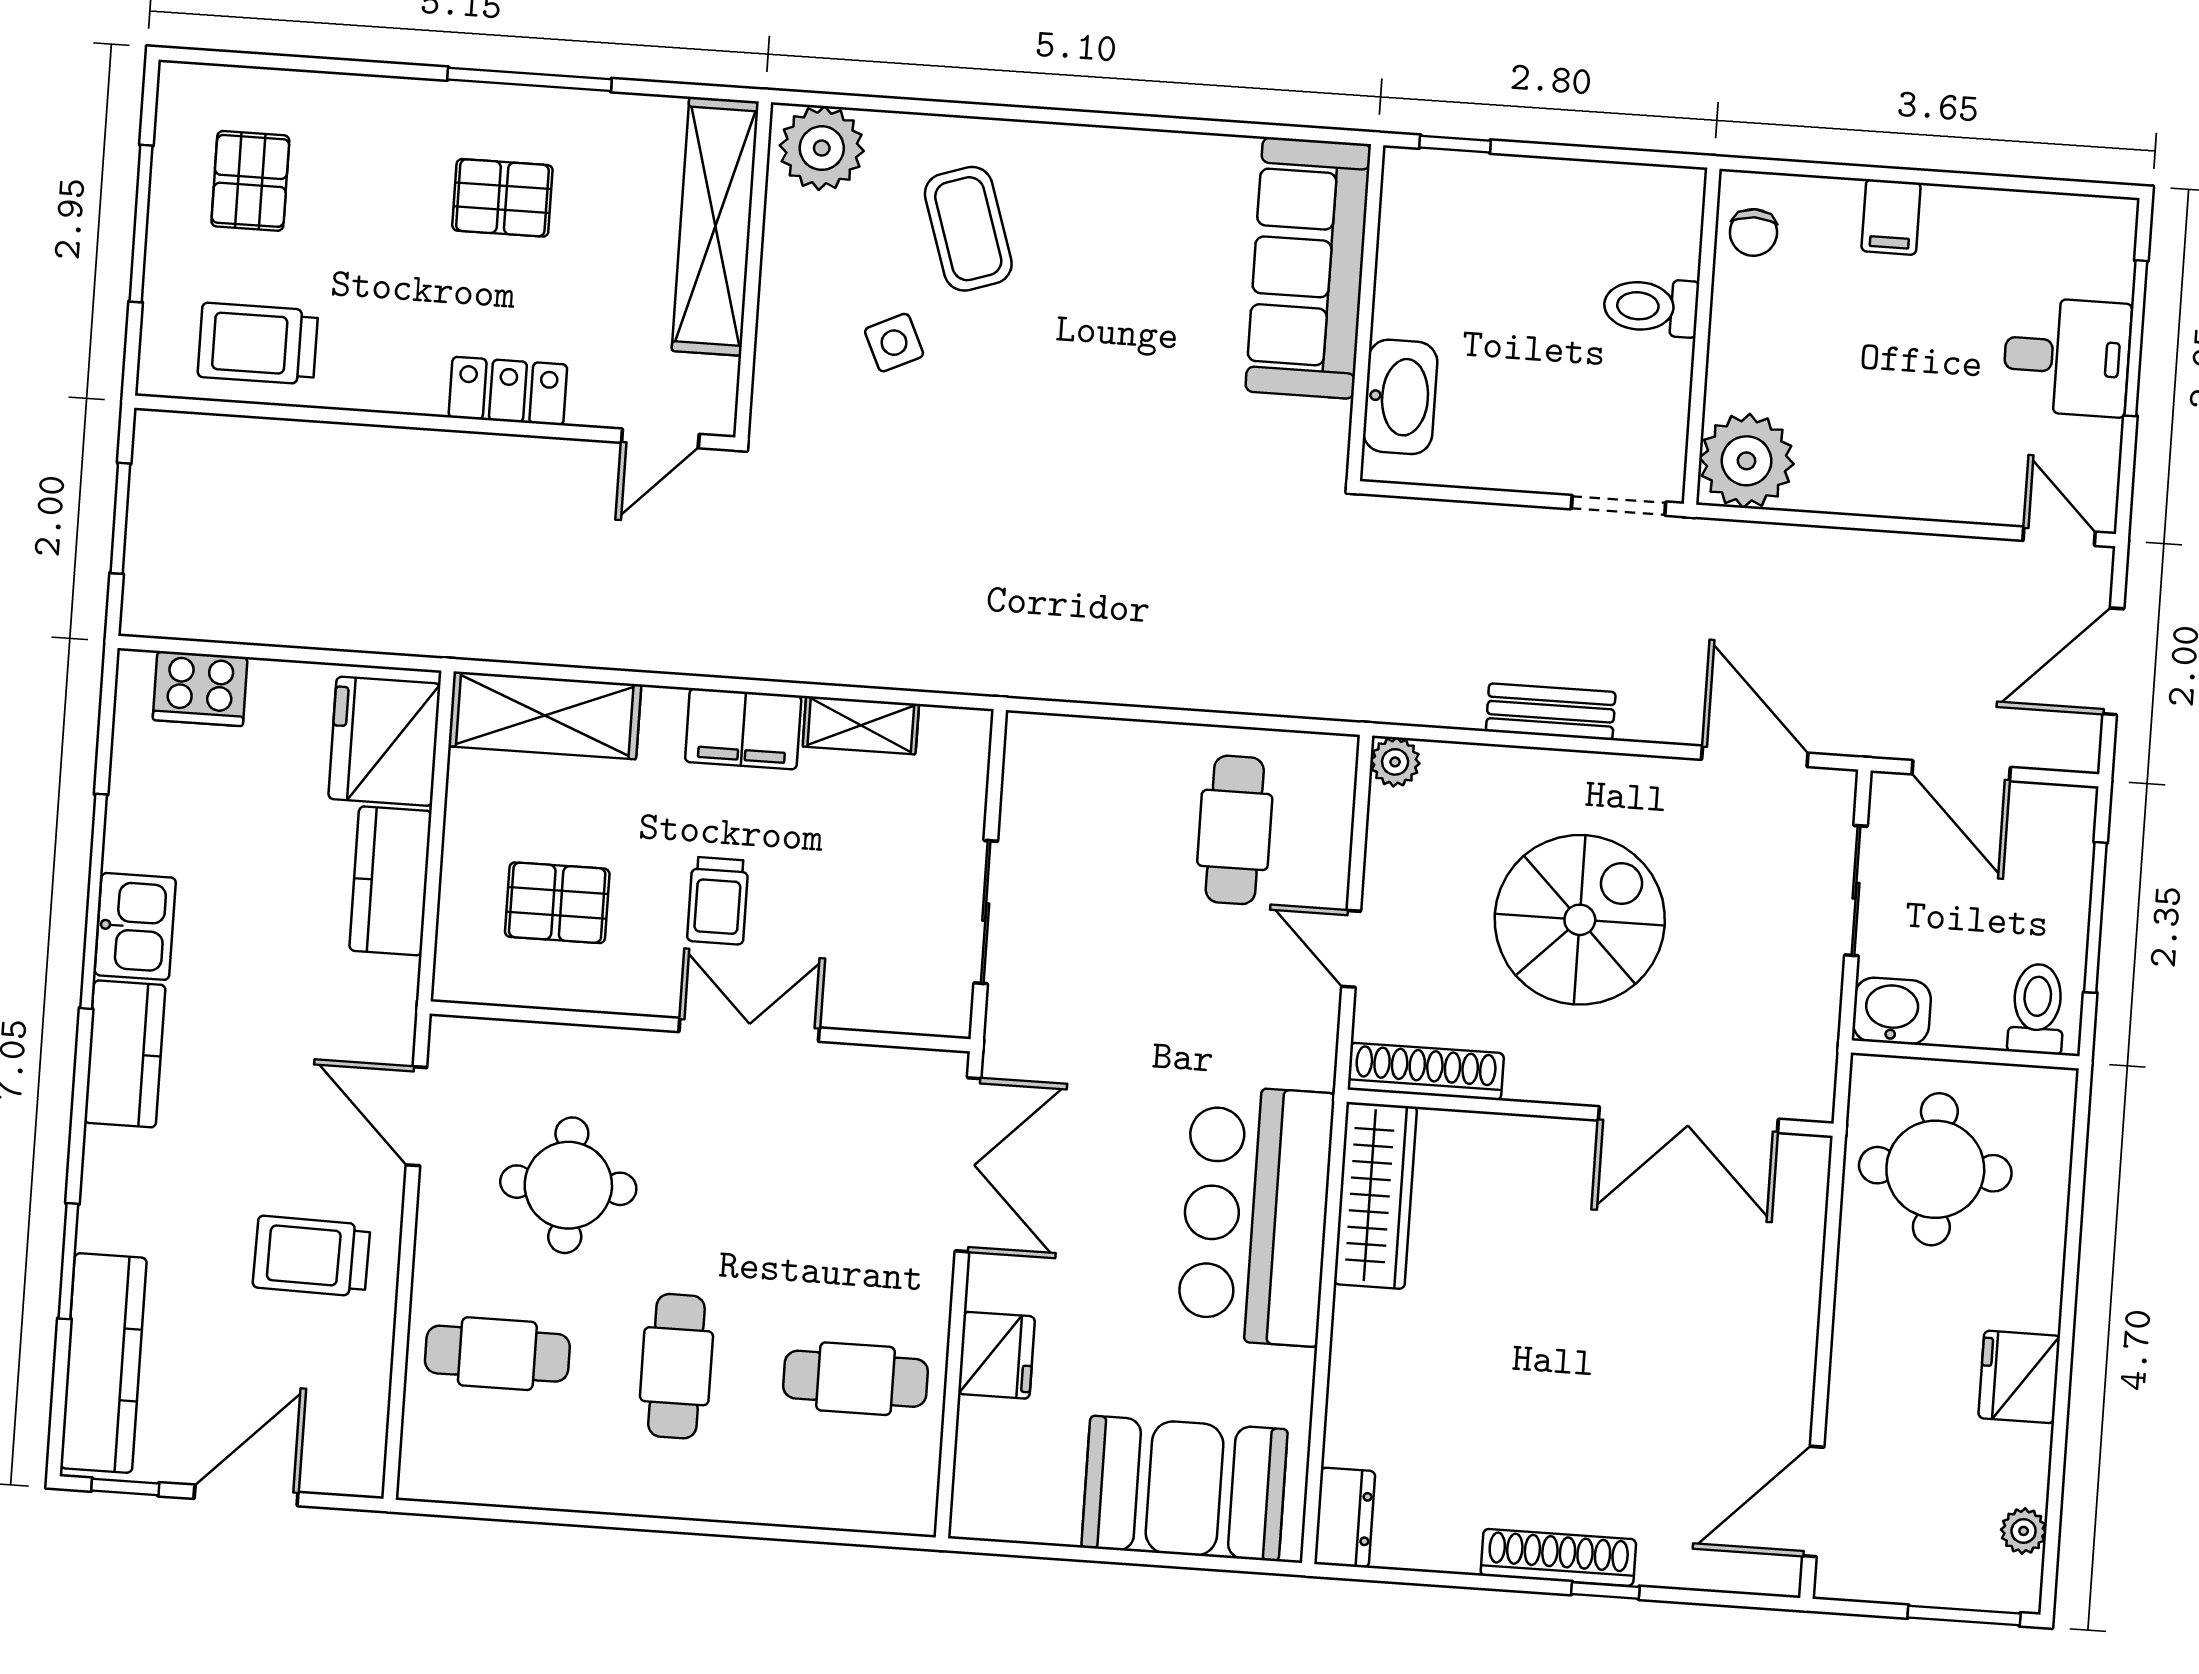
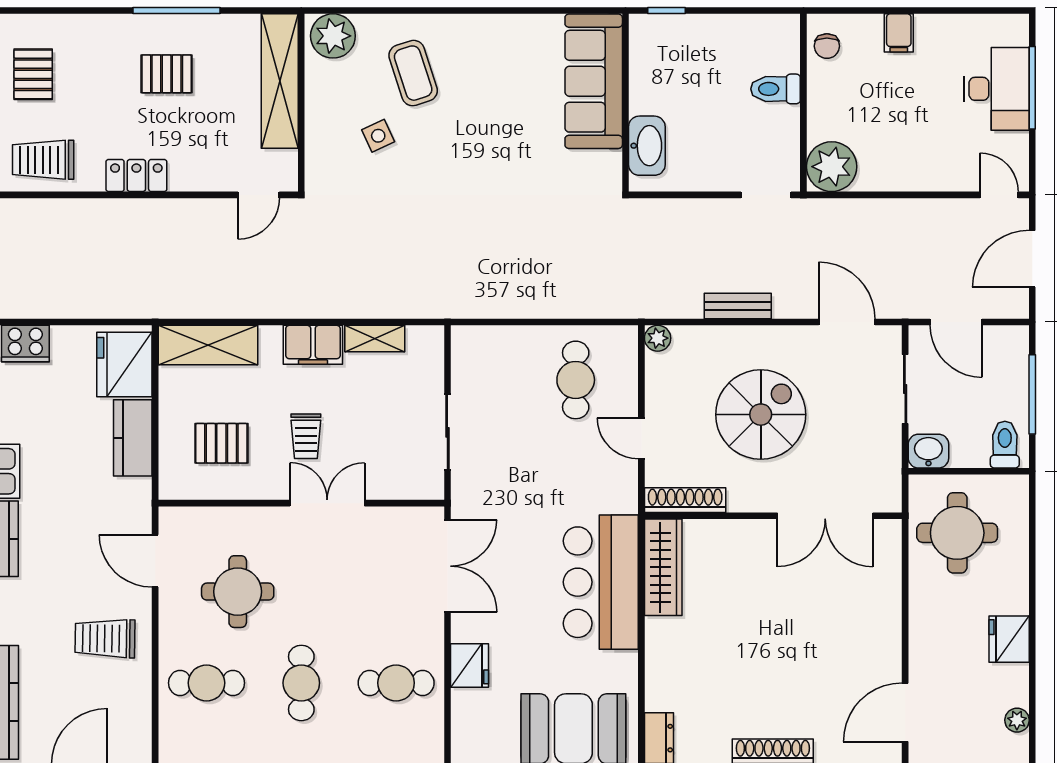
desk: (2067, 357) -> (996, 89), width x1.37
locker: (508, 391) -> (136, 175), moved

